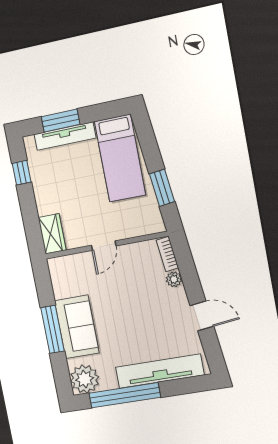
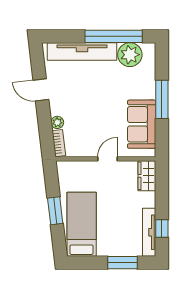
tv unit: (65, 136) -> (149, 232), moved, turned -90
window: (162, 188) -> (55, 211), moved
sofa: (77, 327) -> (142, 124), moved
plant: (85, 379) -> (130, 55), moved

